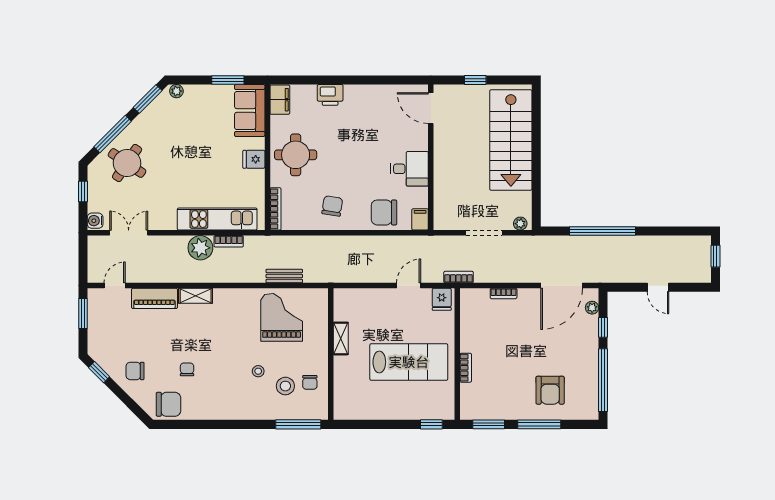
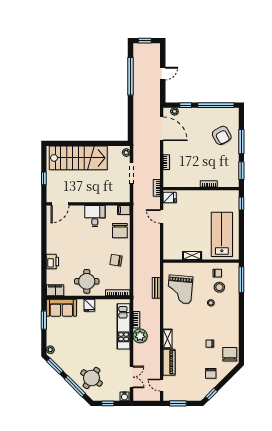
window: (602, 231) -> (130, 76), moved
double door: (129, 233) -> (132, 377), swing flipped
grand piano: (282, 317) -> (180, 289), turned -85
lab bench: (409, 362) -> (222, 234), moved
armchair: (550, 390) -> (222, 135), turned 61

